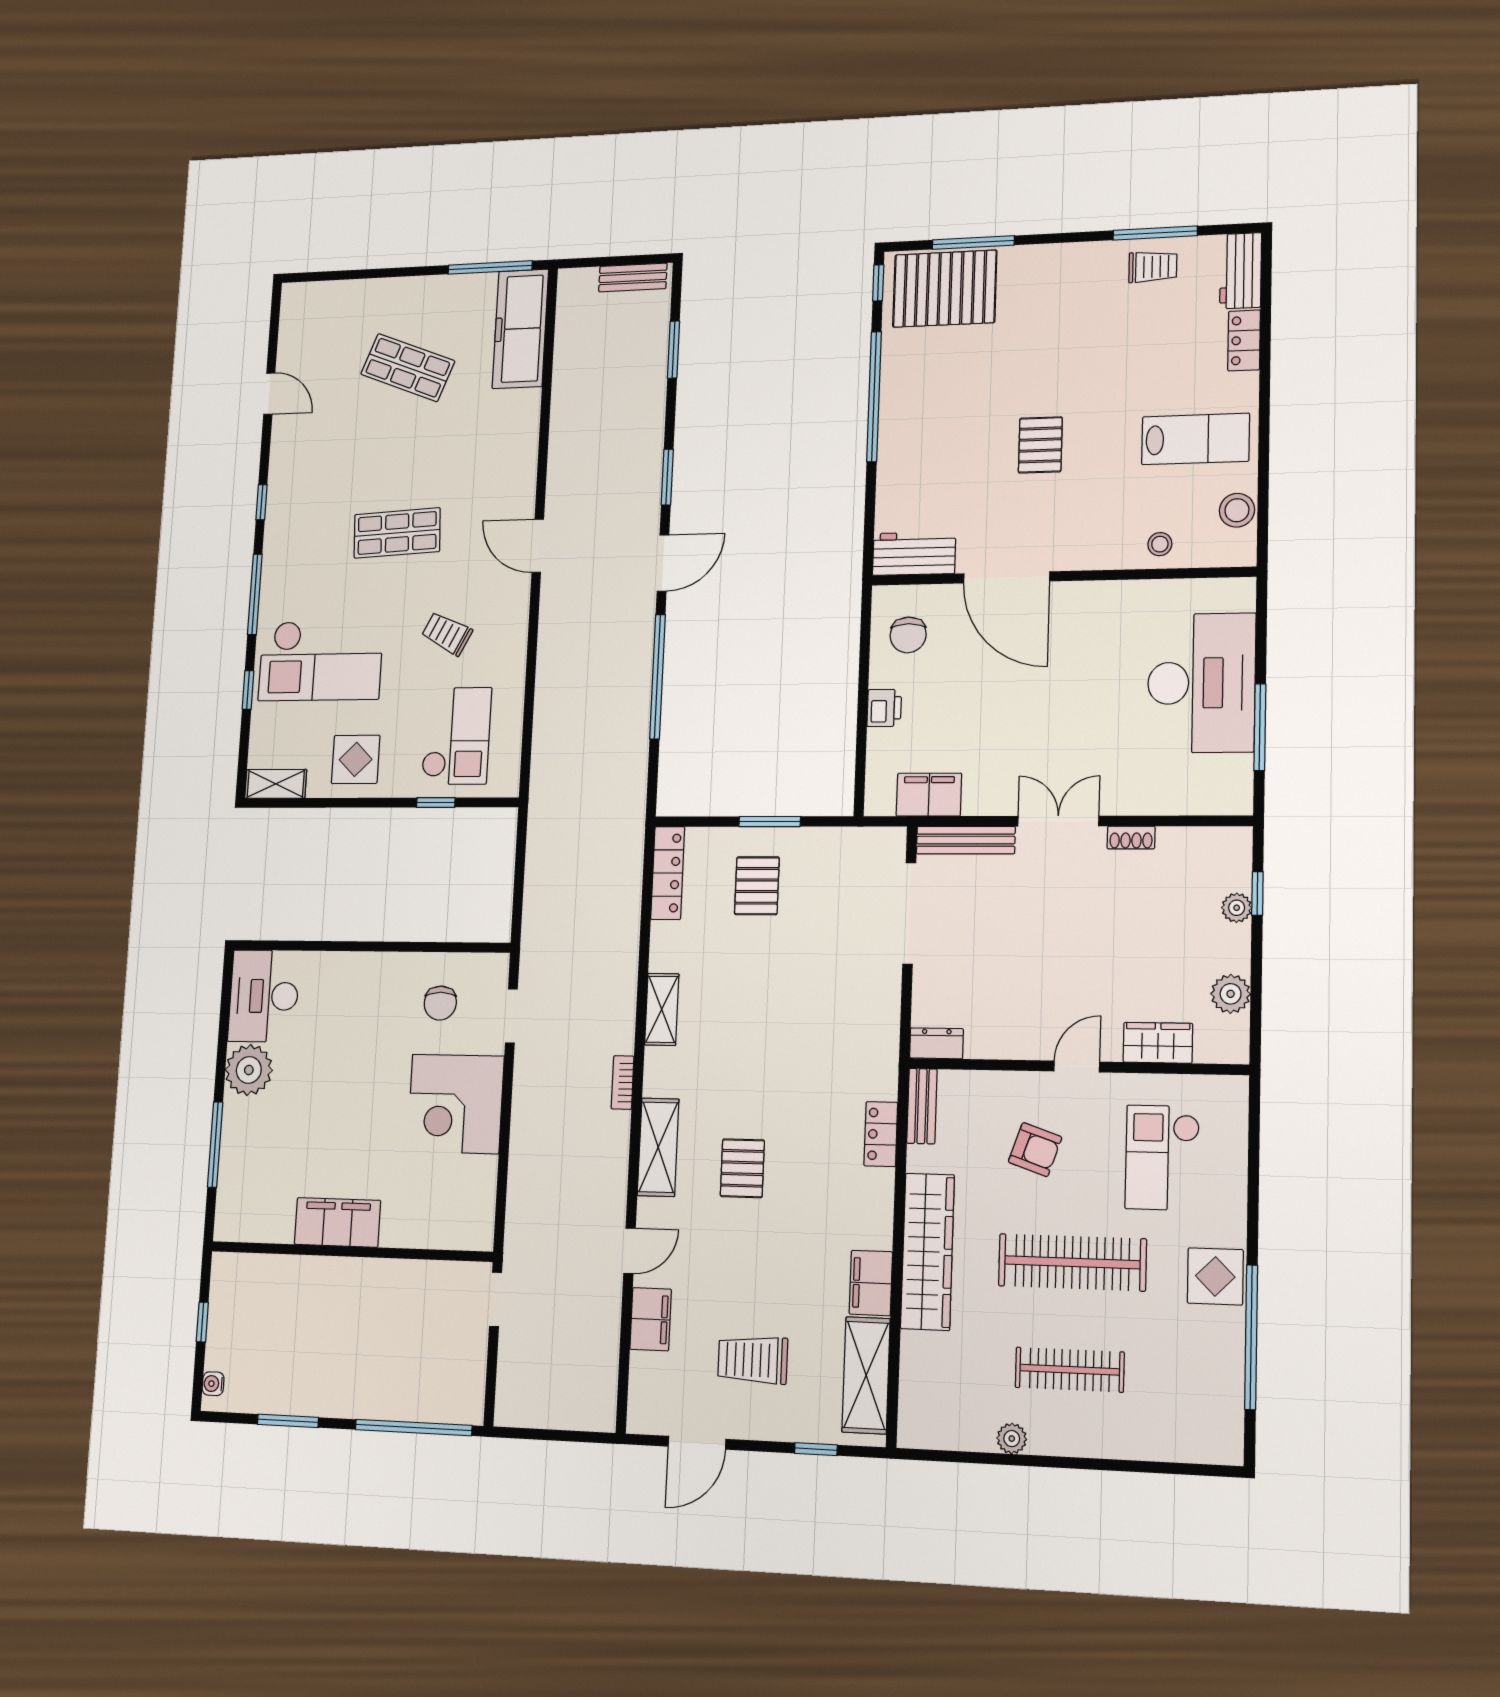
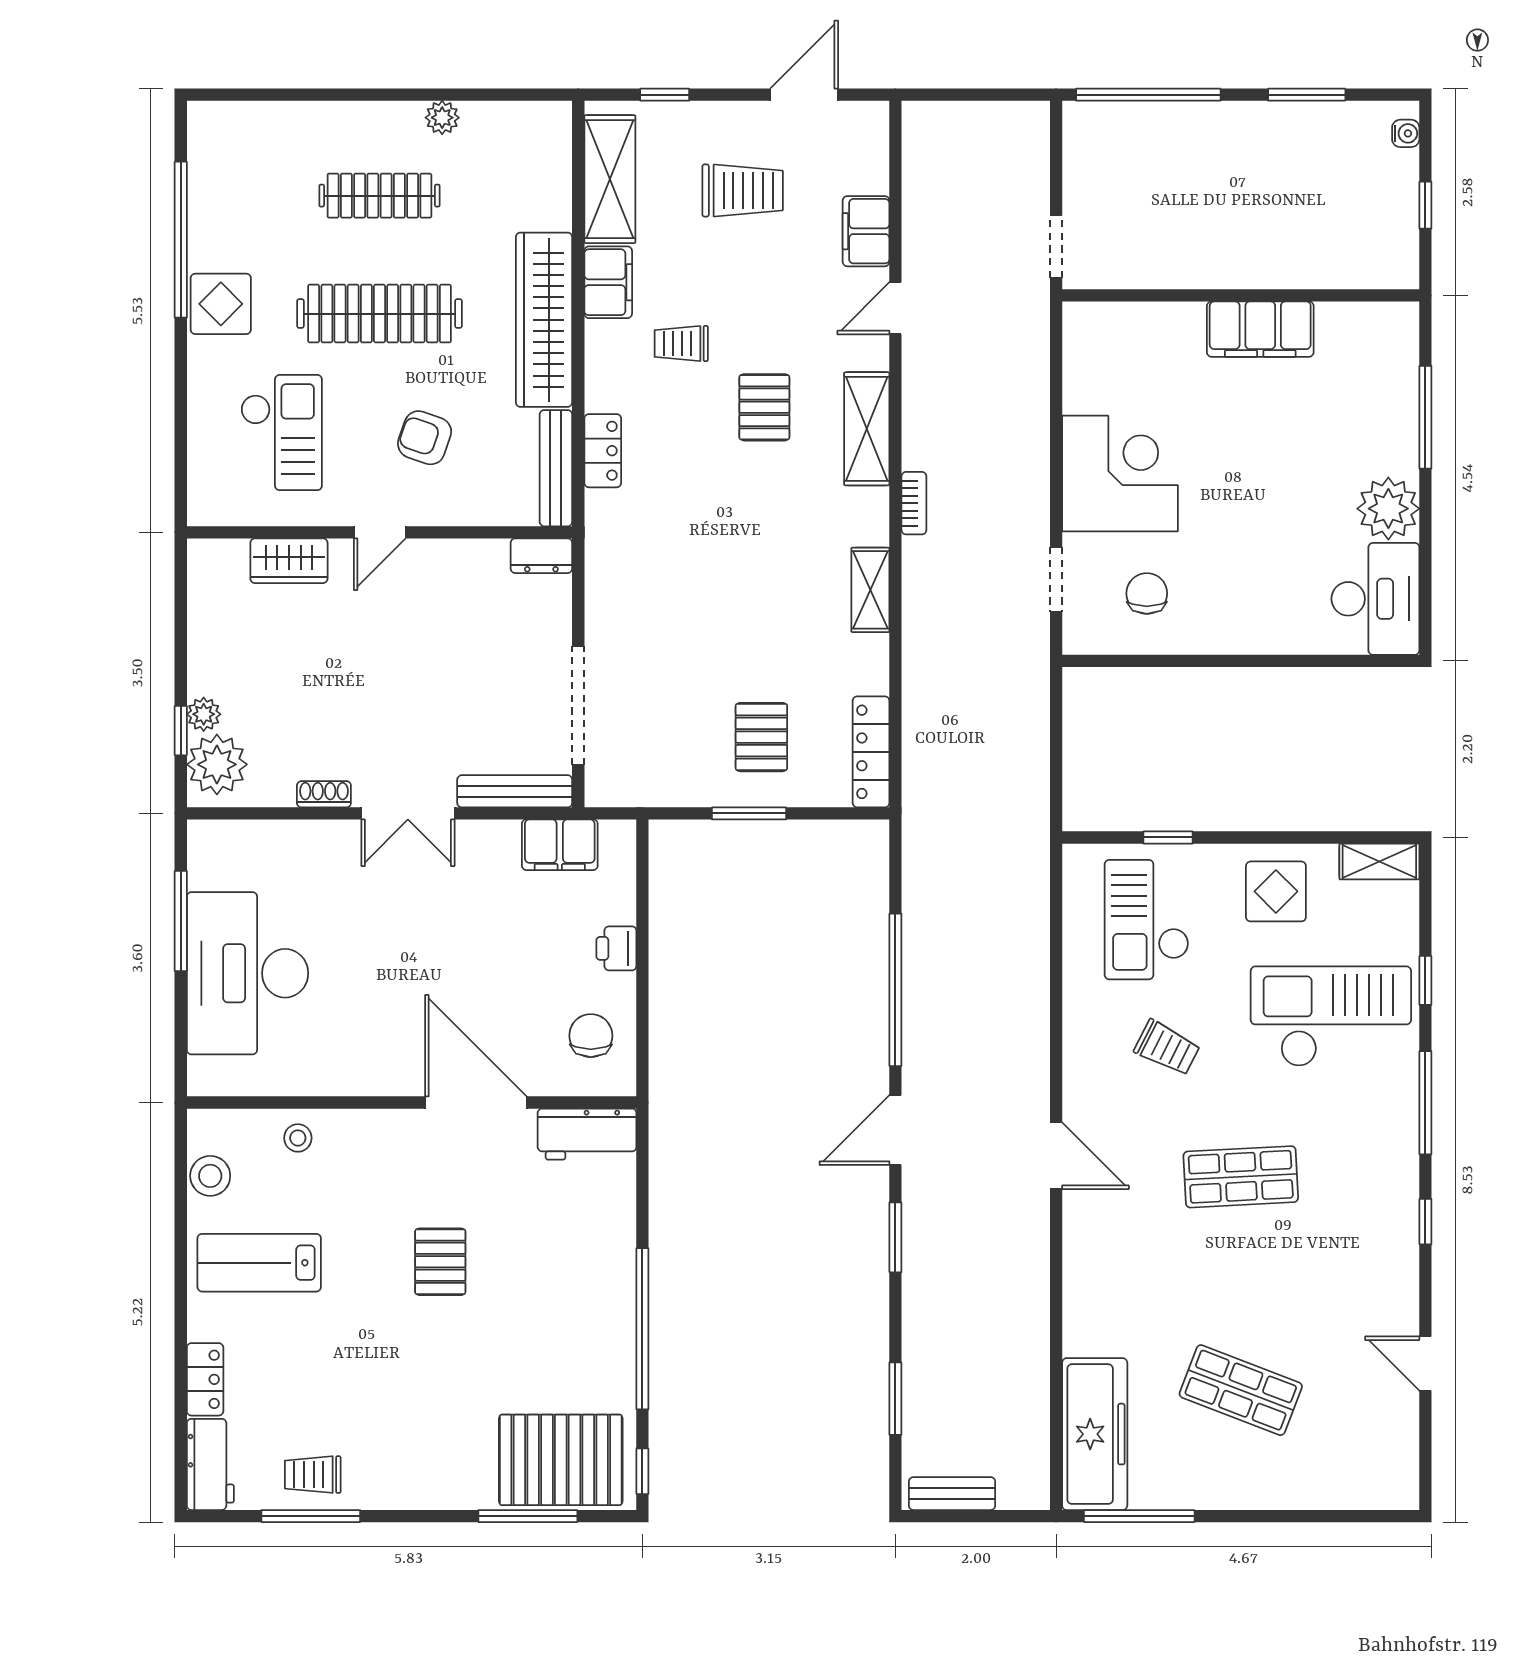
plant: (1231, 994) -> (217, 764), moved, width x1.36, depth x1.36
bench: (922, 1106) -> (556, 468), width x1.36
trolley: (810, 1226) -> (681, 344), added

